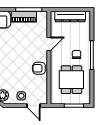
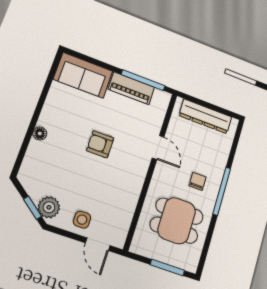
door: (49, 44) -> (158, 148), hinge flipped
armchair: (39, 68) -> (100, 144), moved
dining table: (71, 80) -> (177, 221), turned 90

